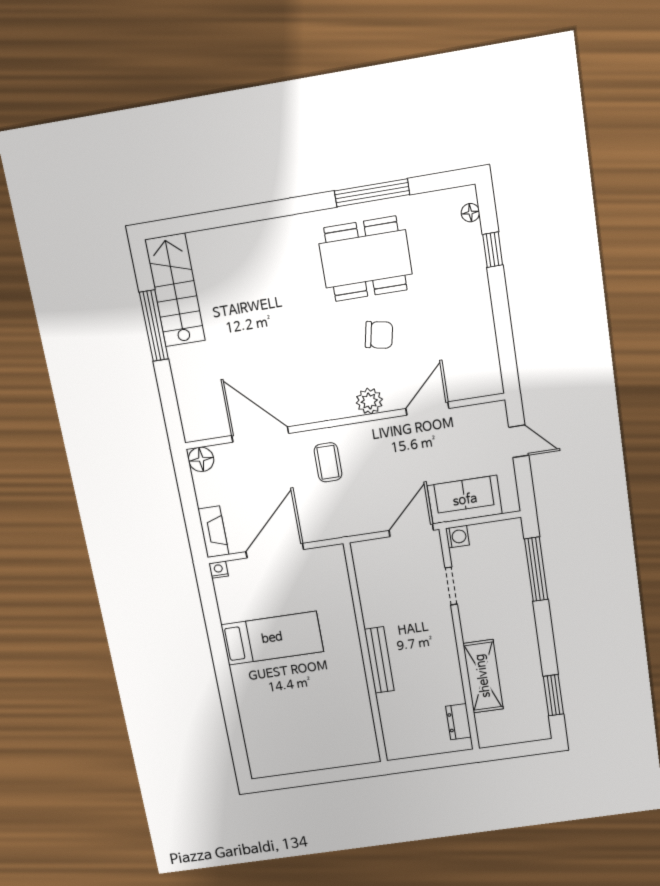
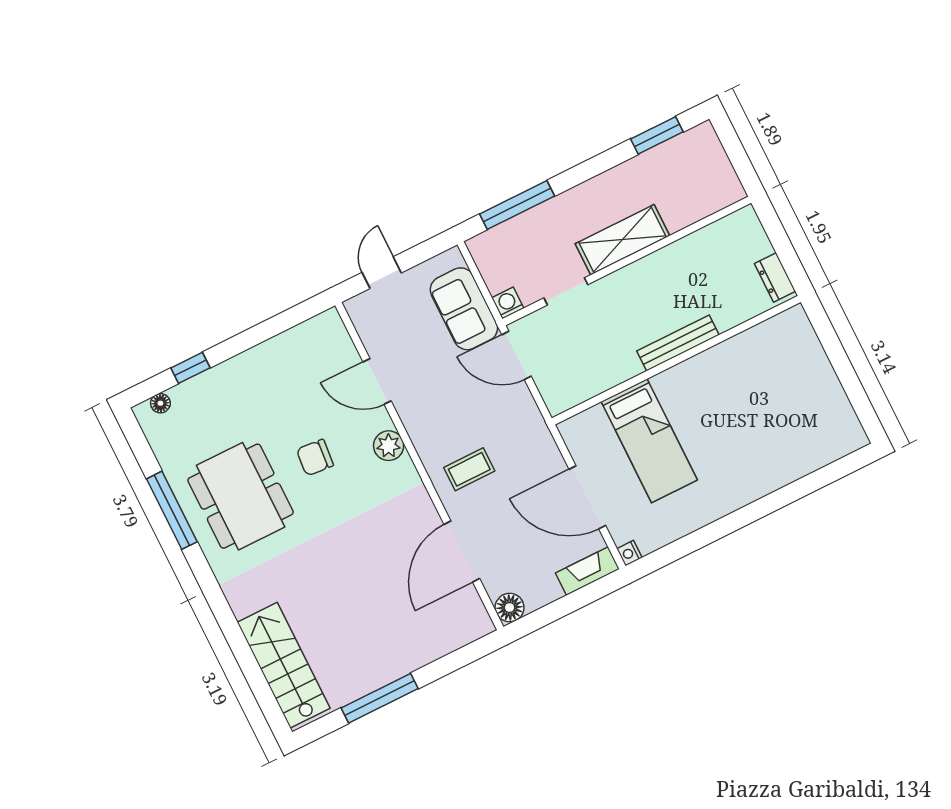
stairs: (175, 290) -> (284, 665), moved, turned 90
chair: (379, 335) -> (315, 458), turned -96
bed: (272, 638) -> (649, 441), moved, turned 180
shelving: (483, 676) -> (622, 240), moved
dresser: (459, 722) -> (775, 277), moved, turned 90

